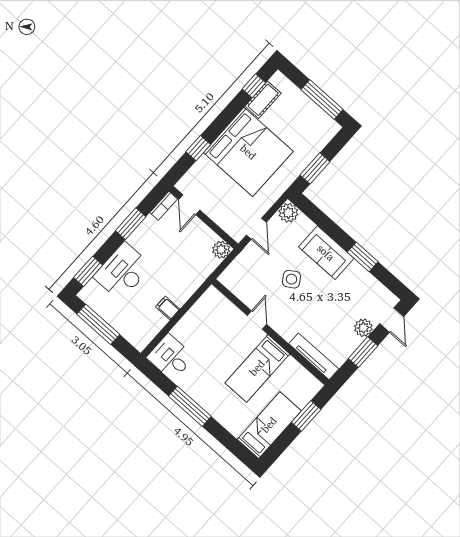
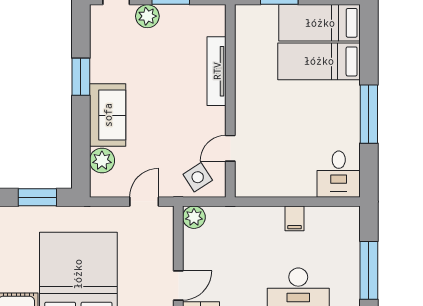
plant: (288, 213) -> (102, 161), moved
side table: (291, 279) -> (198, 177), moved
door: (257, 320) -> (230, 148), moved
tv unit: (314, 356) -> (217, 71), moved
bed: (257, 368) -> (319, 61), moved, turned 180

